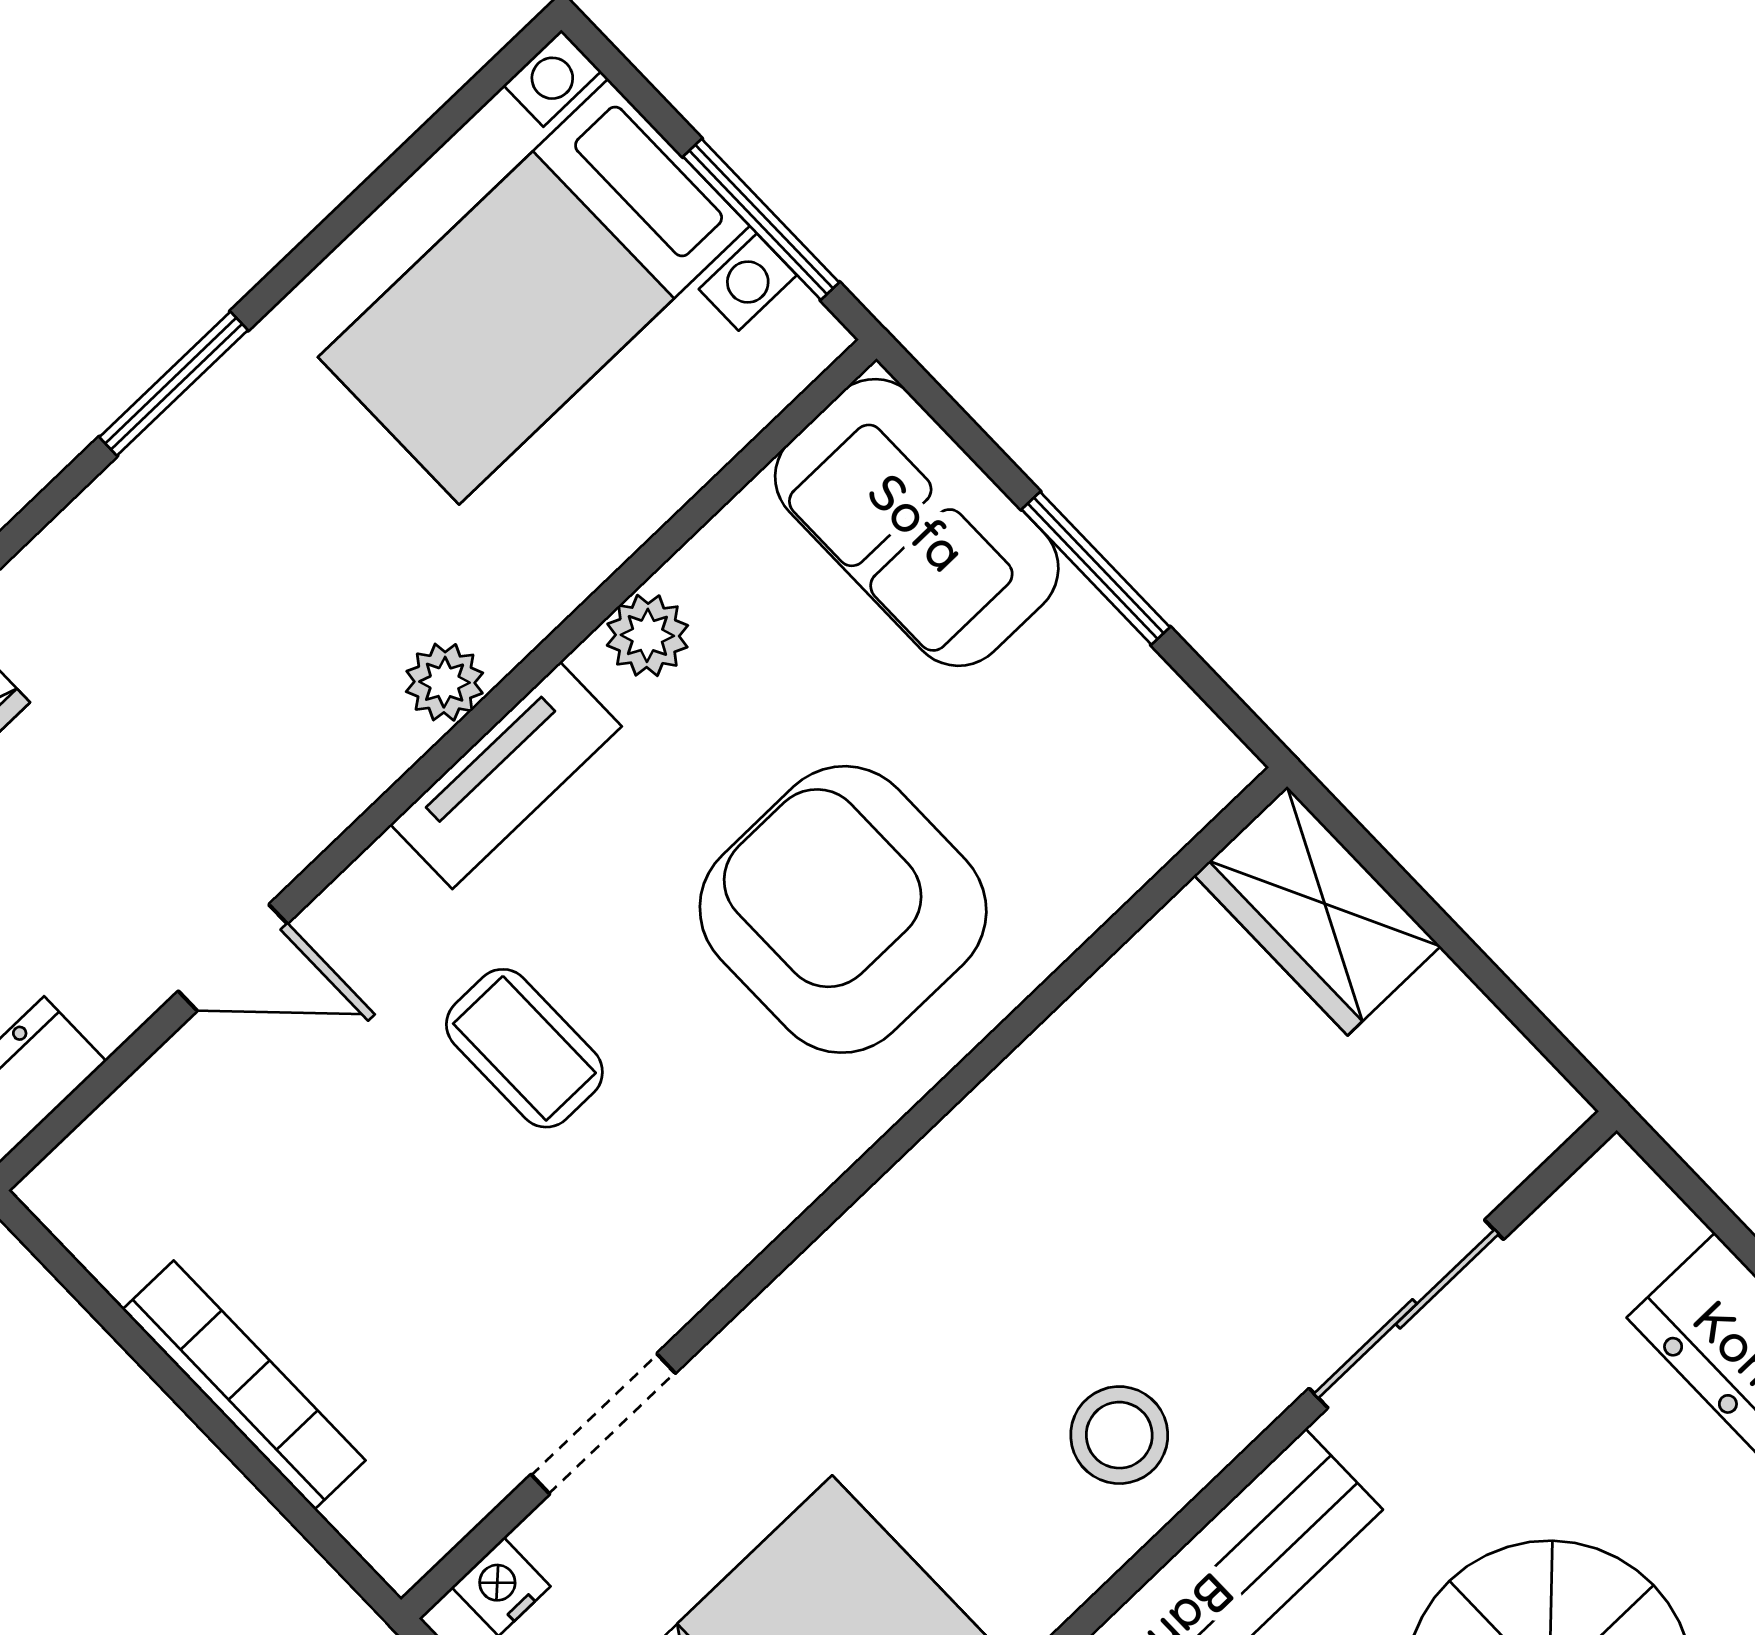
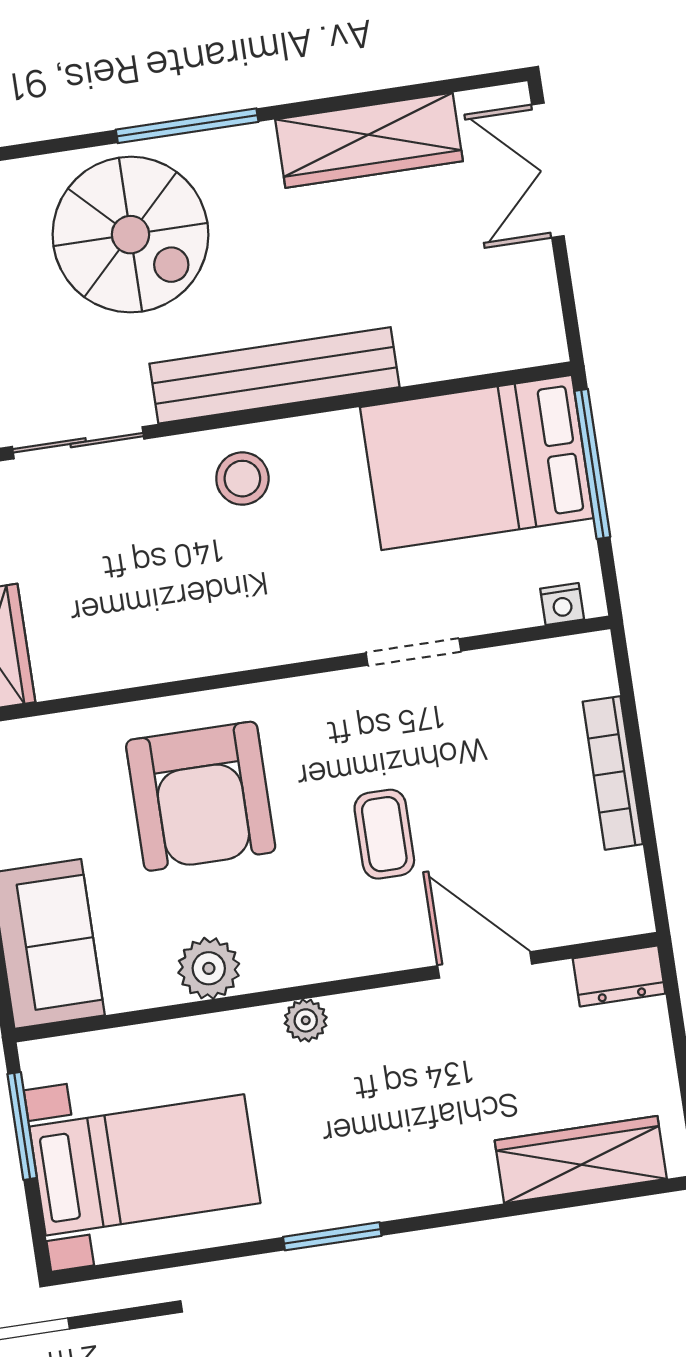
plant: (647, 635) -> (209, 968), width x1.38, depth x1.38
tv unit: (506, 775) -> (308, 960), removed
door: (233, 958) -> (485, 965), width x1.38
doorway: (603, 1424) -> (413, 652), moved

